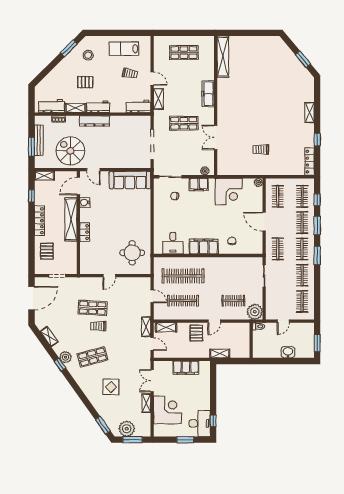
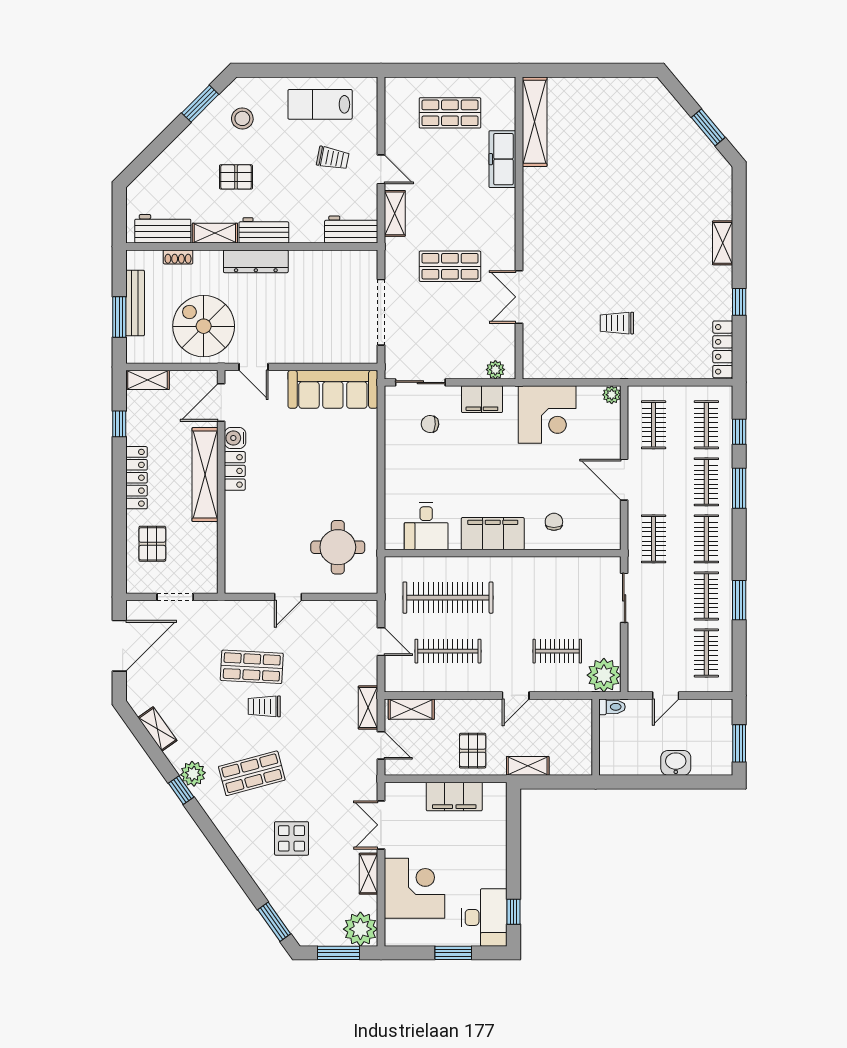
freezer: (208, 94) -> (502, 159), moved
locker: (85, 232) -> (235, 471), moved
window: (317, 256) -> (739, 600), moved
pallet: (196, 333) -> (473, 751), moved
plant: (127, 429) -> (360, 929), moved

